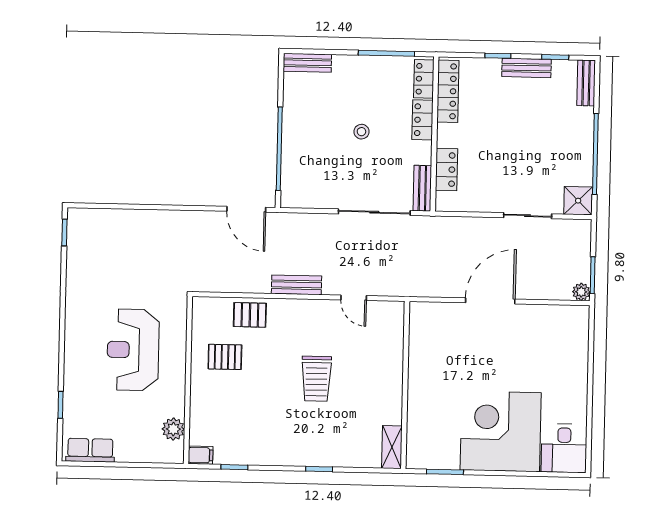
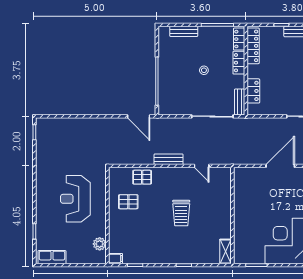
bench: (307, 63) -> (184, 31), moved

